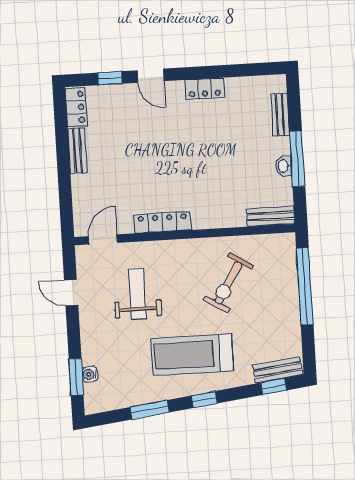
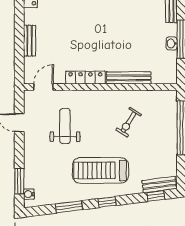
bench: (78, 151) -> (30, 41), moved
bench: (271, 216) -> (129, 78), moved, width x1.36
exercise bike: (228, 283) -> (129, 122), width x0.73, depth x0.72
water cooler: (90, 374) -> (29, 194), moved

